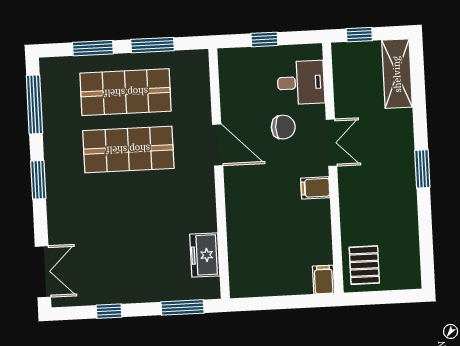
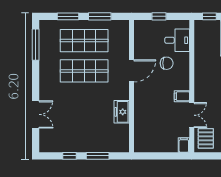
double door: (332, 143) -> (192, 115), moved
door: (218, 145) -> (131, 71), hinge flipped
window: (38, 180) -> (36, 85), removed
freezer: (205, 255) -> (122, 112), moved
double door: (43, 272) -> (36, 114), moved
window: (183, 307) -> (98, 156), moved

